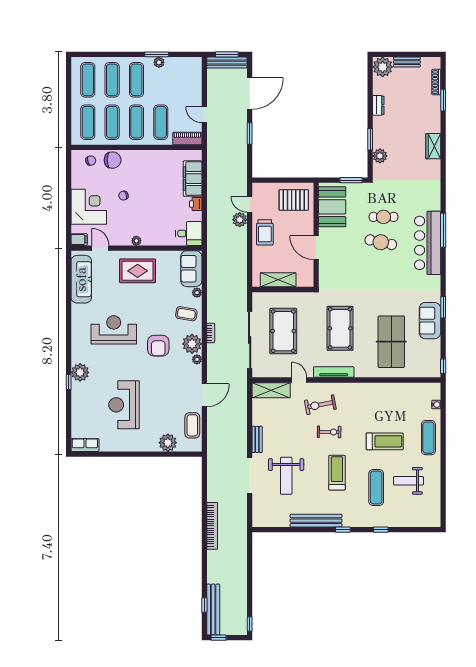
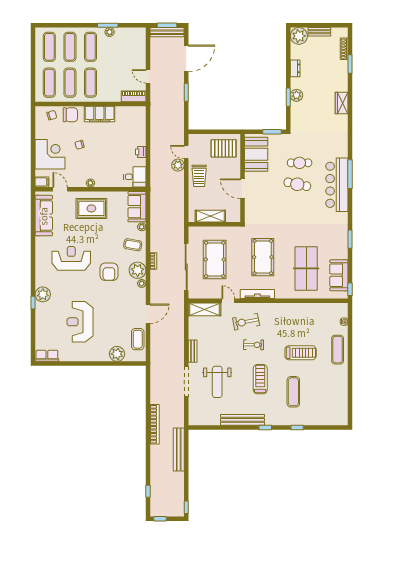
exercise mat: (161, 122) -> (111, 83), removed
plant: (380, 156) -> (296, 95), moved
filing cabinet: (193, 179) -> (100, 114), moved, turned -90
sofa: (430, 321) -> (339, 275), moved
weight bench: (408, 481) -> (321, 386), removed
bench: (213, 610) -> (179, 450), moved

